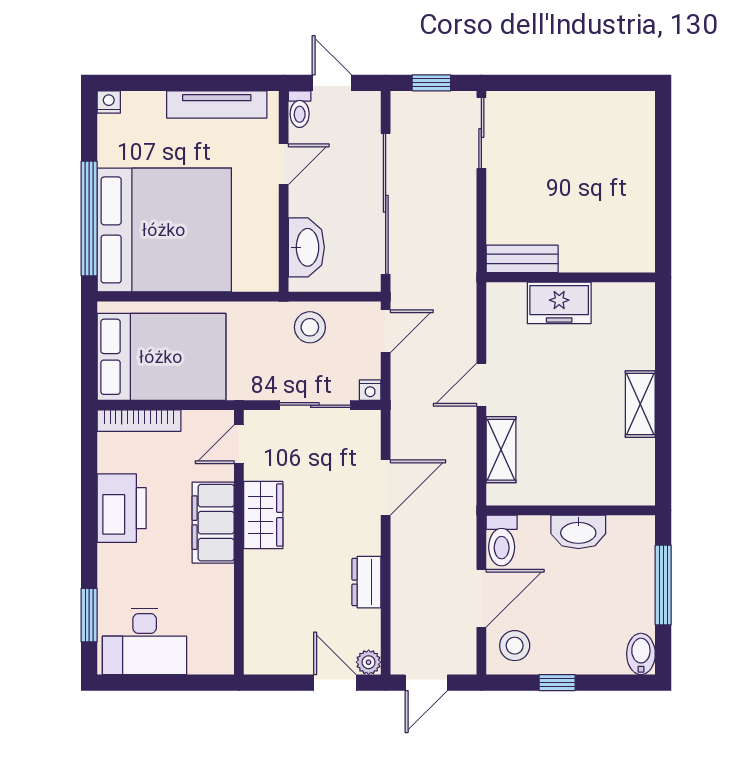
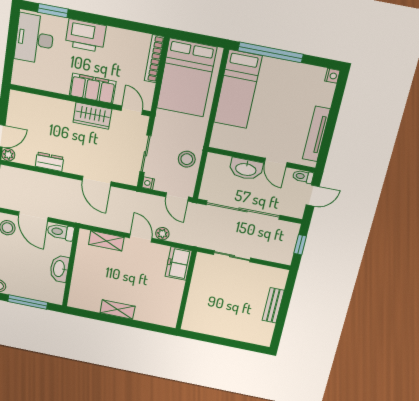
sliding door: (481, 133) -> (232, 256), moved
bed: (164, 230) -> (238, 89), width x0.49
washbasin: (306, 247) -> (246, 169), moved
bench: (522, 259) -> (273, 305), moved
freezer: (559, 303) -> (179, 264), moved
plant: (464, 345) -> (162, 234), added
printer: (122, 508) -> (86, 36), moved

